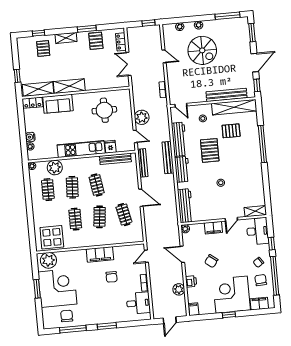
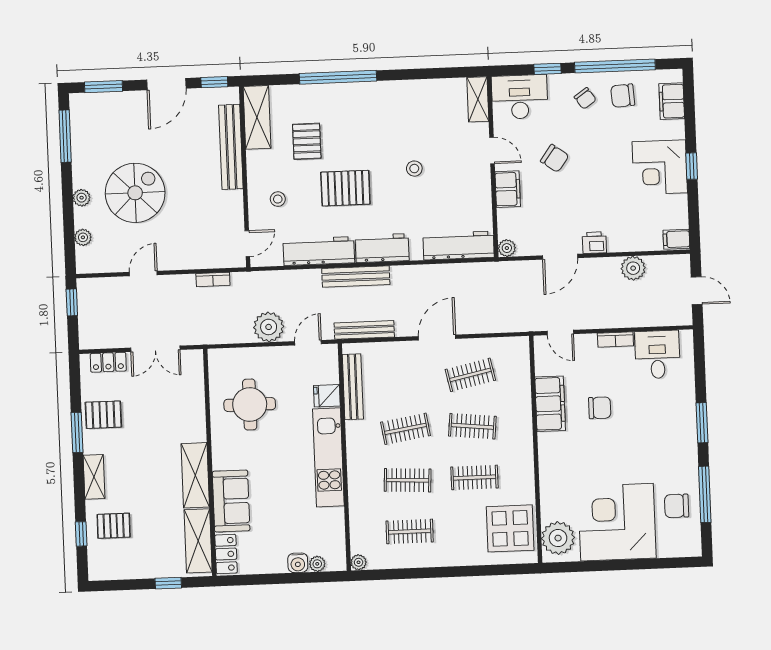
door: (255, 63) -> (166, 84), swing flipped
shelving: (234, 107) -> (257, 117), width x0.68
plant: (55, 168) -> (364, 515), removed
filing cabinet: (100, 254) -> (550, 404), moved
chair: (211, 261) -> (555, 158), moved
printer: (191, 281) -> (594, 243), moved
window: (37, 289) -> (616, 565), removed
corner desk: (232, 295) -> (660, 167), width x0.74, depth x0.74

